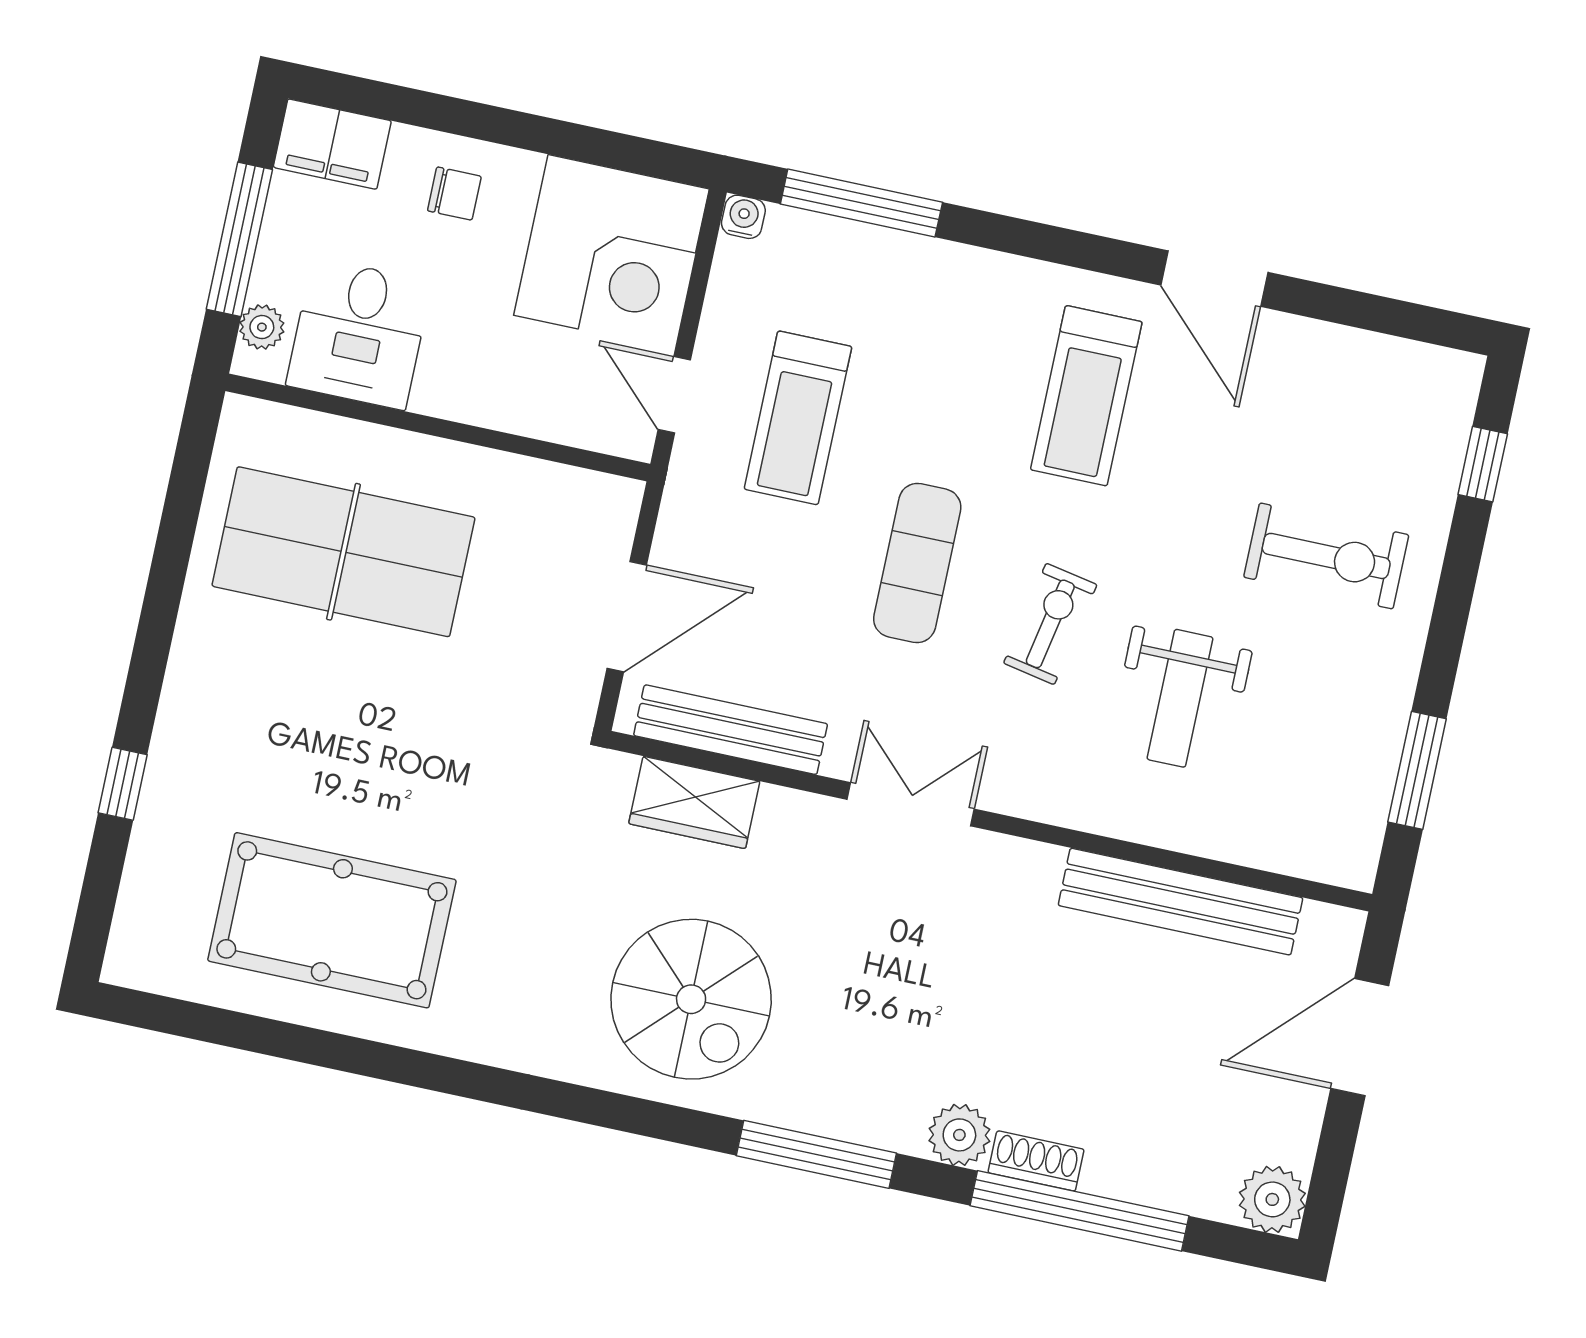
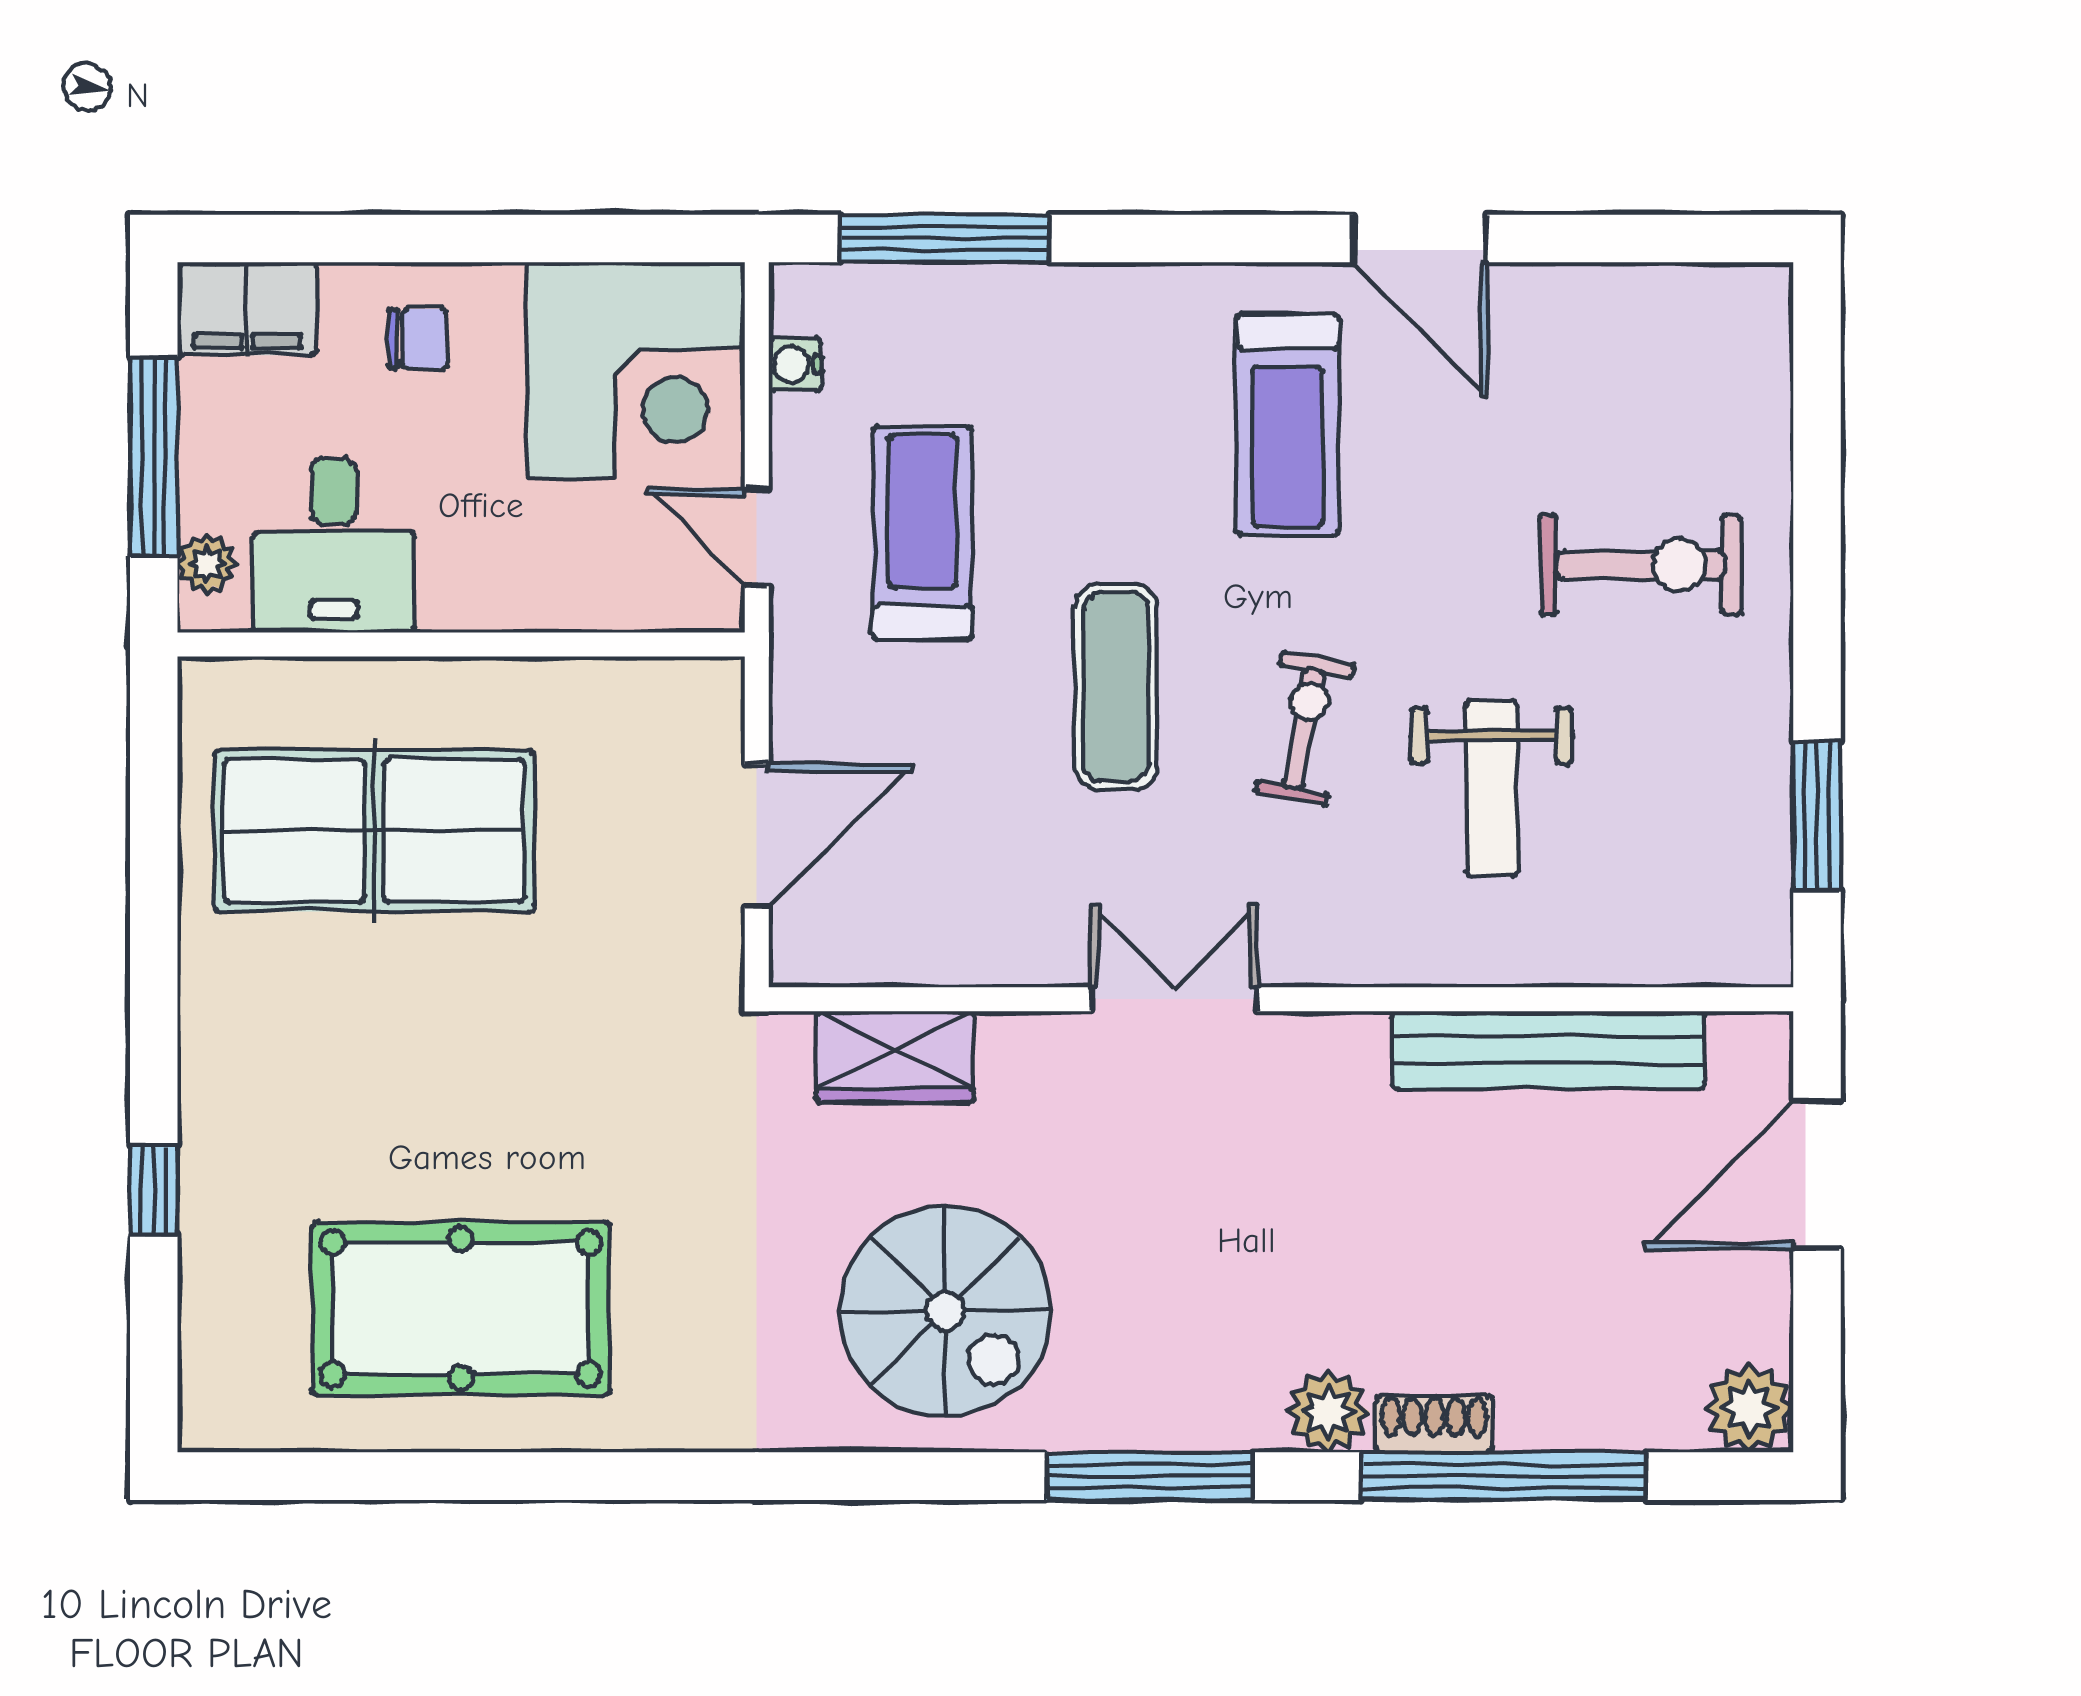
water cooler: (743, 217) -> (795, 364), moved, turned -90
treadmill: (798, 418) -> (922, 533), turned 180
window: (1483, 464) -> (1817, 403), removed
bench: (731, 730) -> (922, 953), removed

